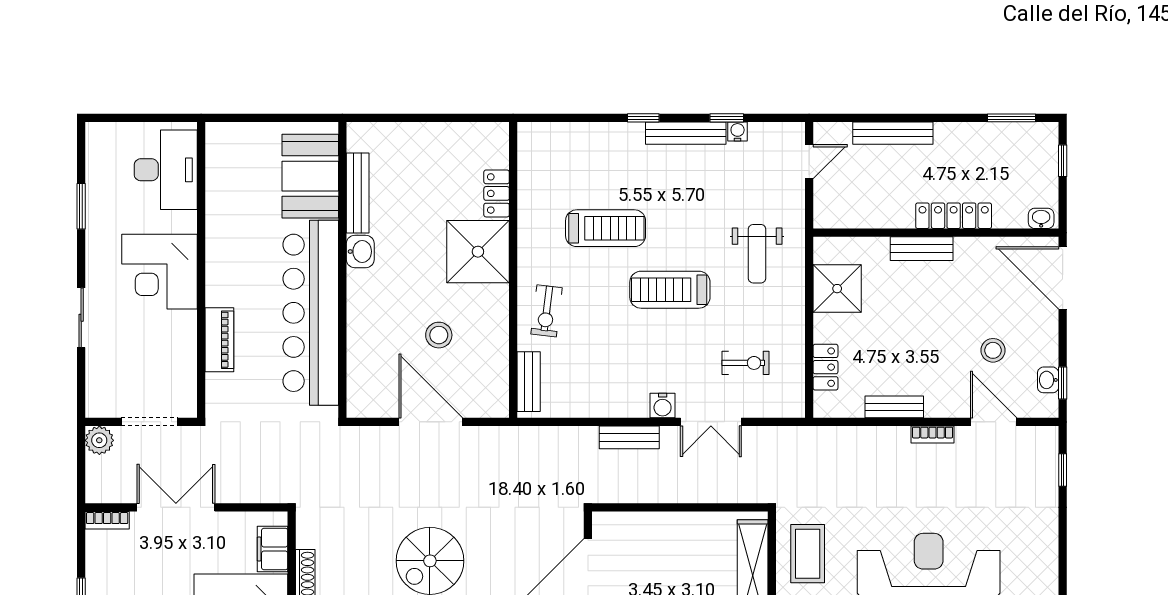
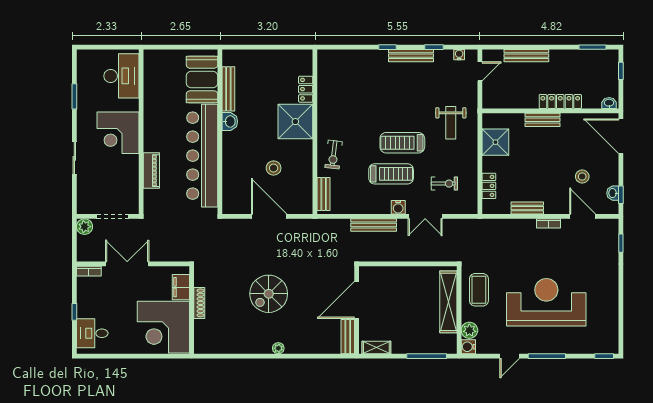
water cooler: (738, 131) -> (459, 55), moved
treadmill: (606, 228) -> (391, 174), moved
bench: (629, 437) -> (374, 225), width x1.36

